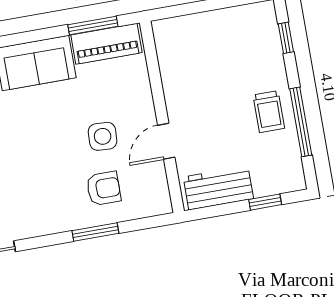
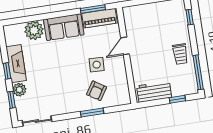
window: (301, 122) -> (198, 72), moved
door: (166, 141) -> (125, 46), moved
armchair: (104, 188) -> (97, 91), turned 123

